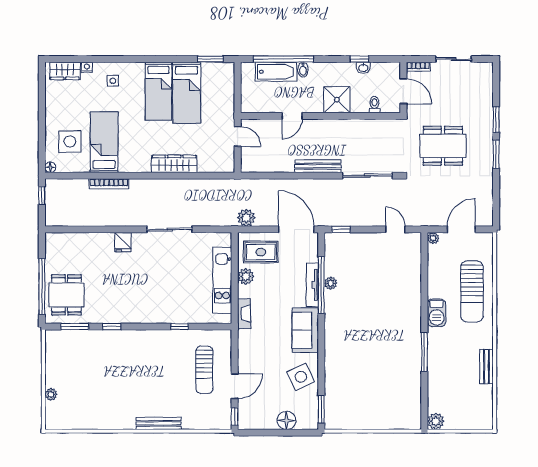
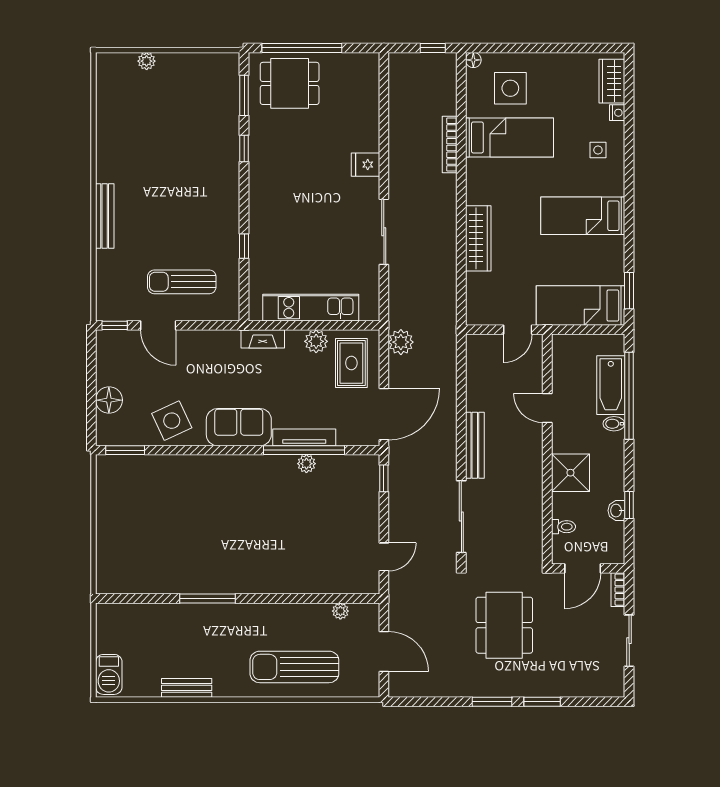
bed: (187, 93) -> (581, 306), moved
plant: (433, 238) -> (340, 611), moved
barbecue: (437, 313) -> (109, 674), moved, turned -90
plant: (436, 421) -> (108, 615), removed

